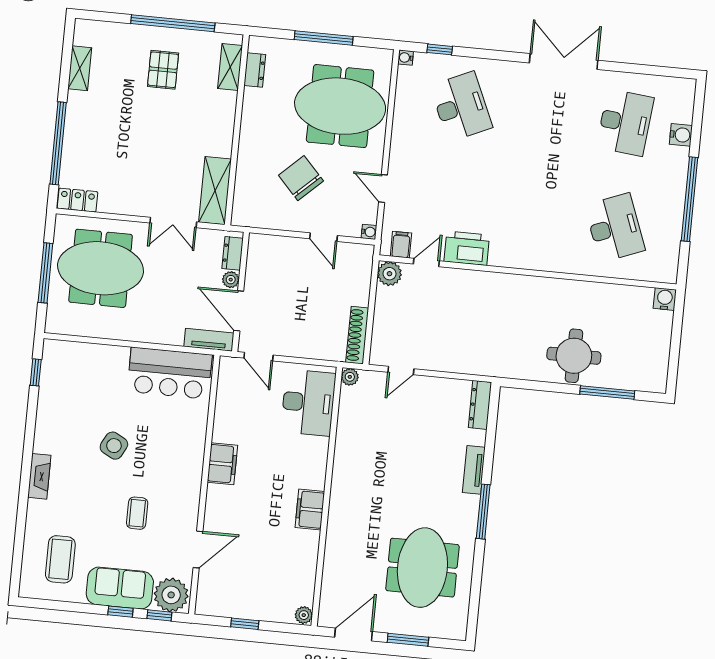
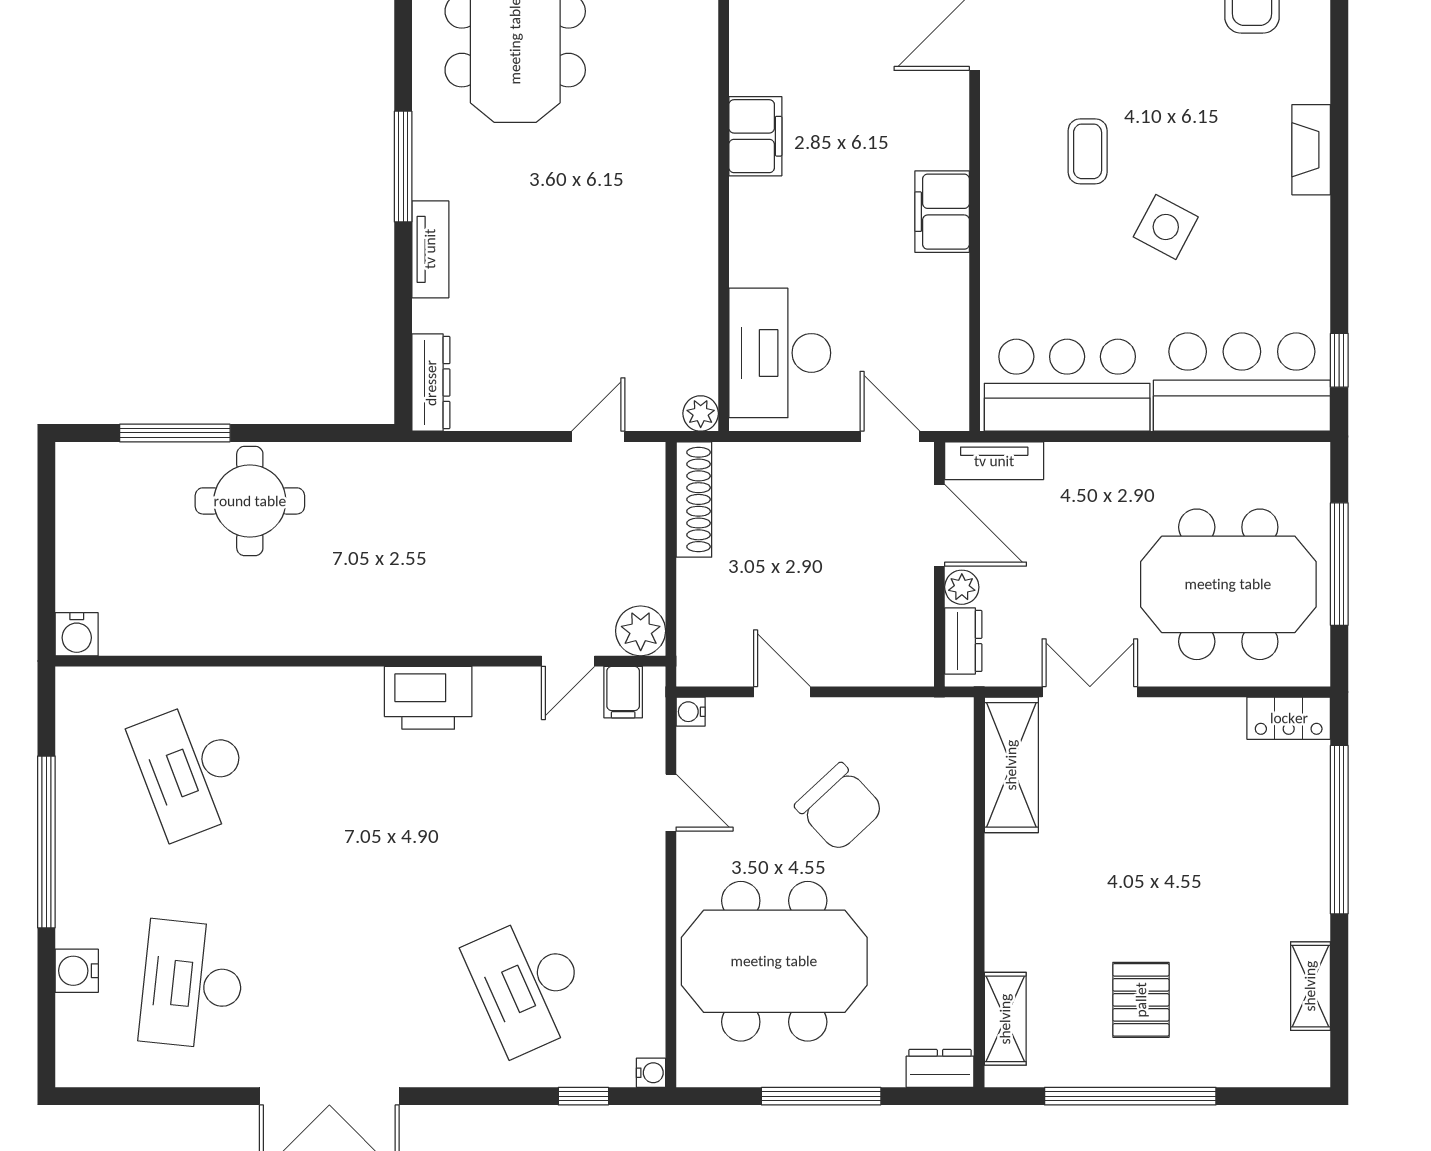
dresser: (255, 70) -> (940, 1068), moved, turned 90
printer: (467, 248) -> (428, 698), moved
bar counter: (84, 366) -> (1242, 382), added
coffee table: (137, 513) -> (1088, 151), moved

